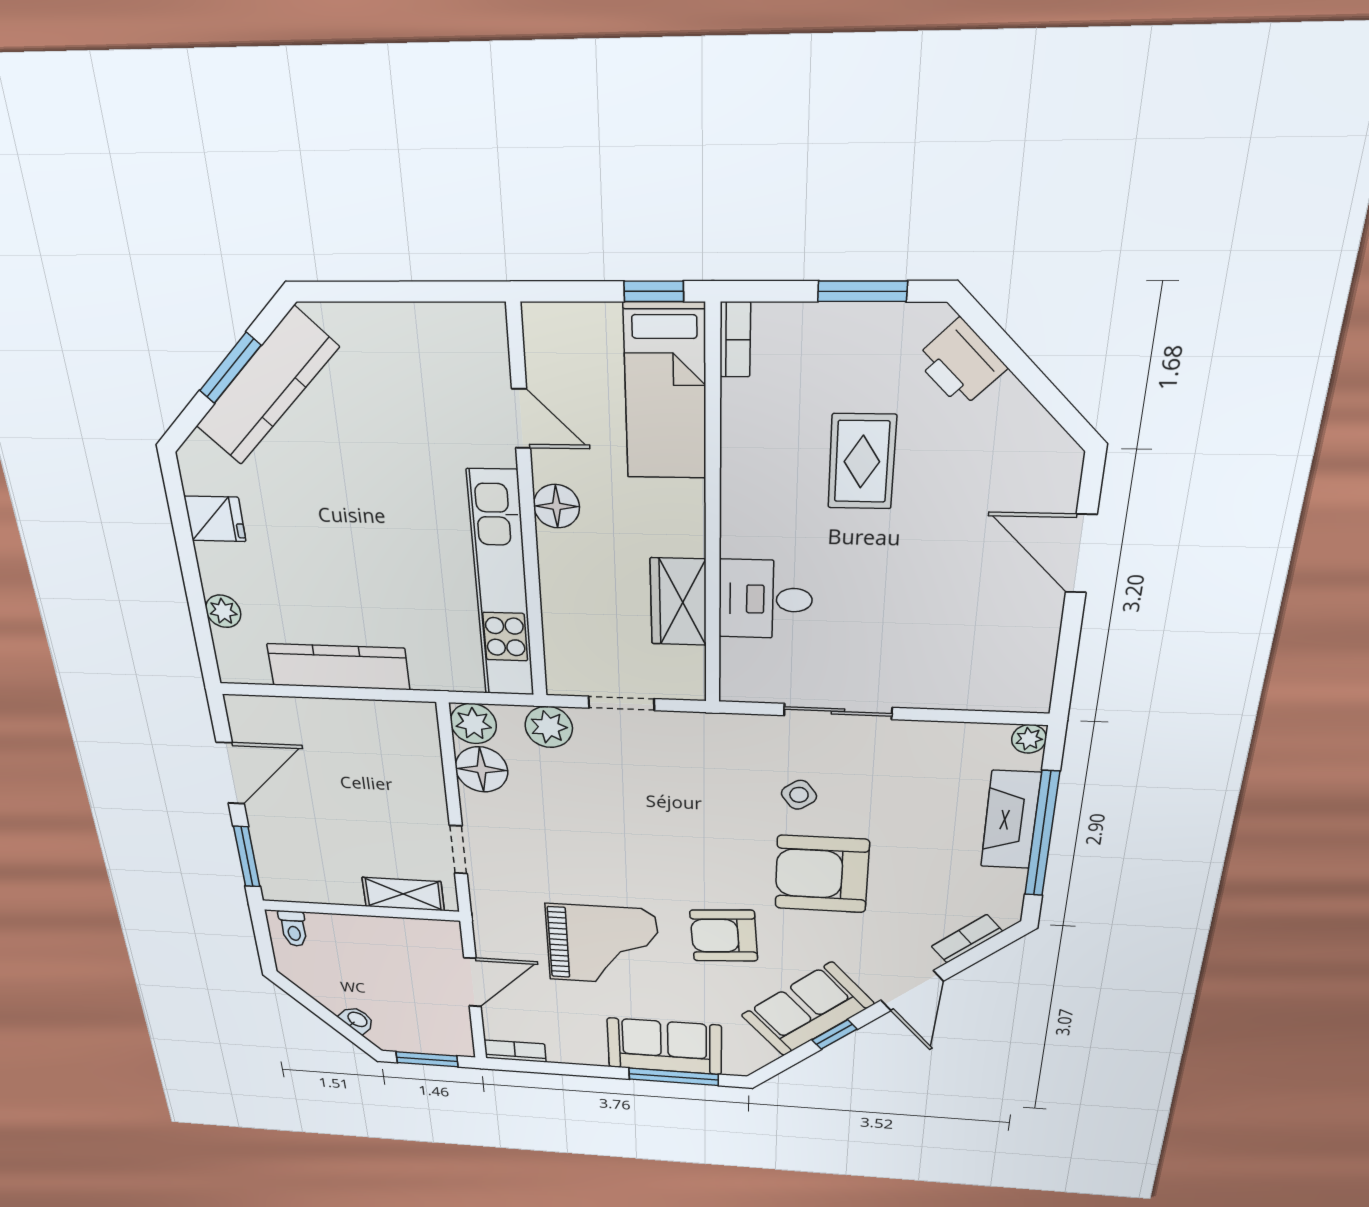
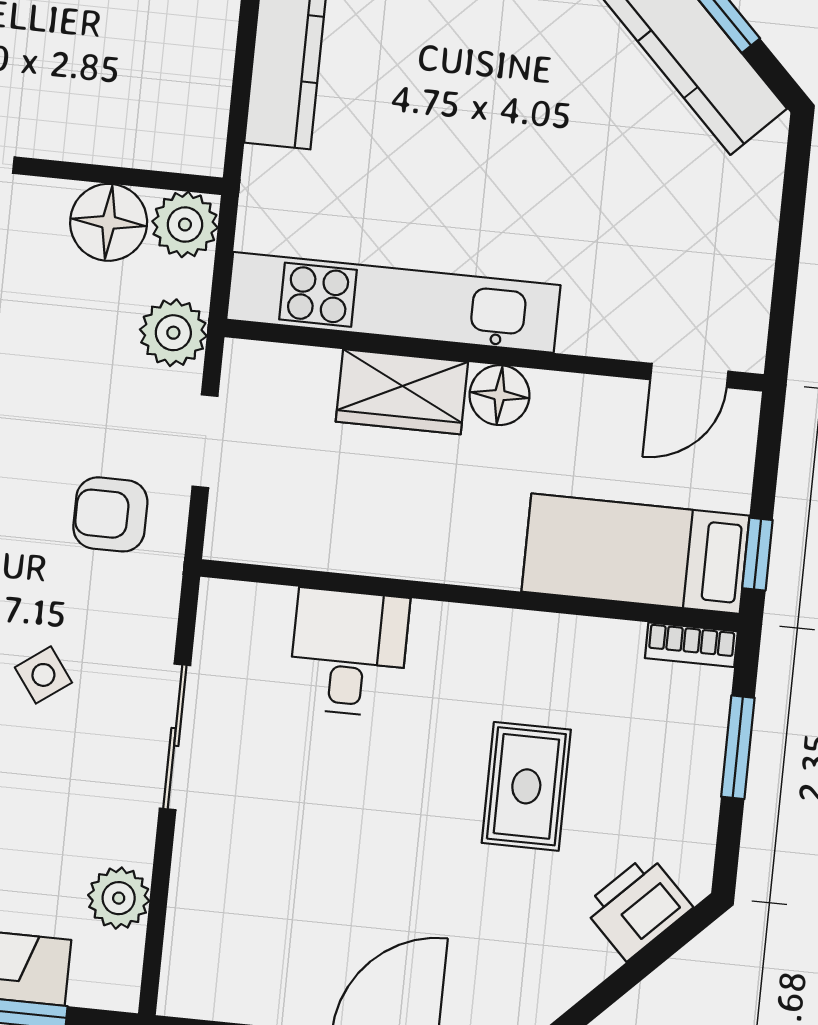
window: (862, 291) -> (738, 747), moved
door: (521, 418) -> (689, 375), moved
rug: (862, 462) -> (526, 786), turned 90
wardrobe: (678, 602) -> (402, 392), moved, turned 180
plant: (1029, 739) -> (119, 898), moved, width x1.38, depth x1.38
armchair: (681, 759) -> (110, 514), added

